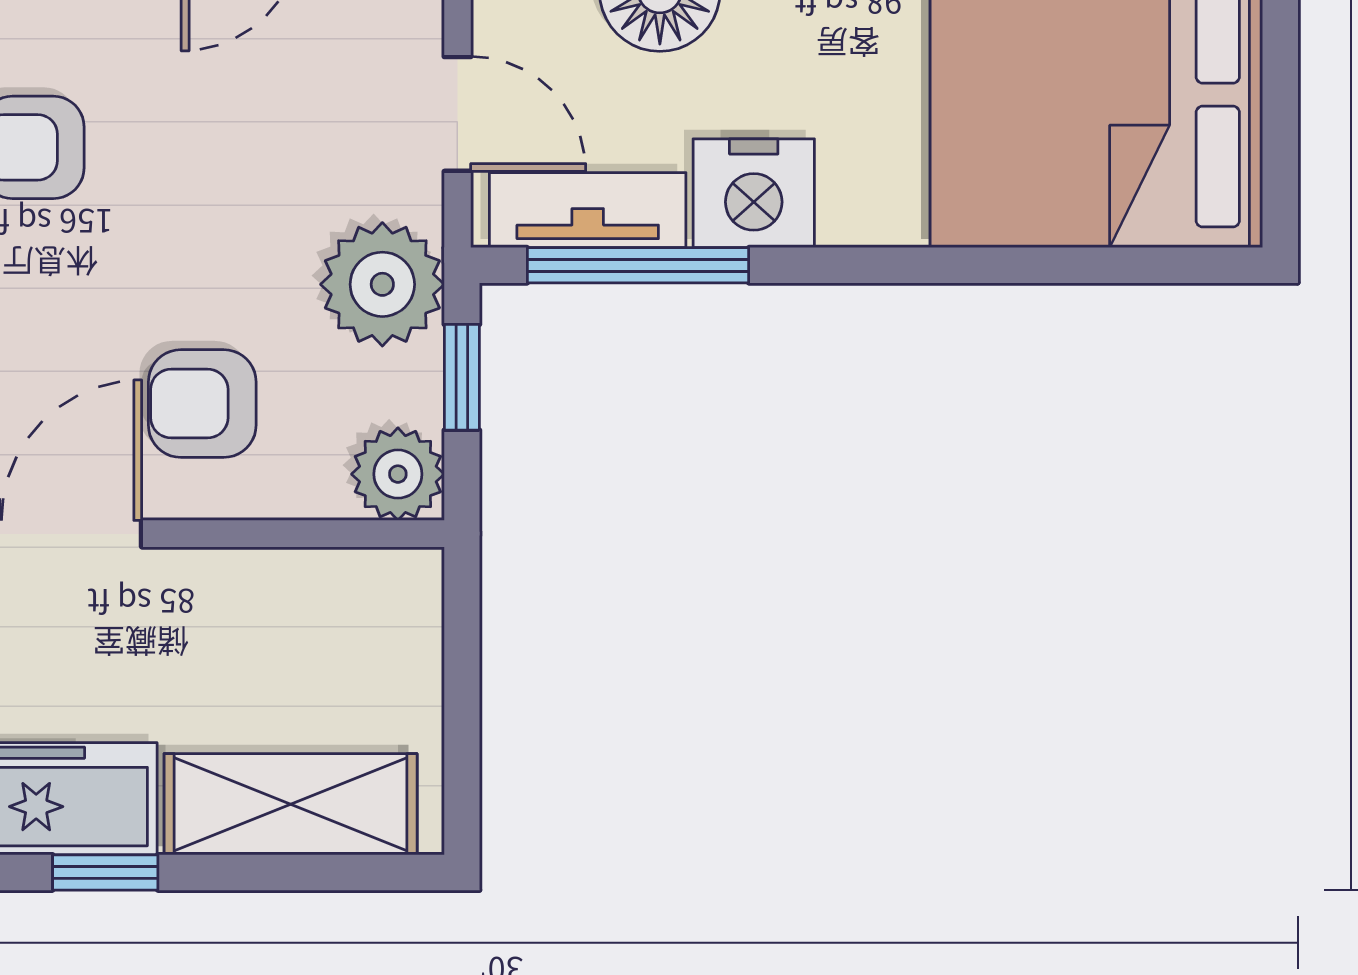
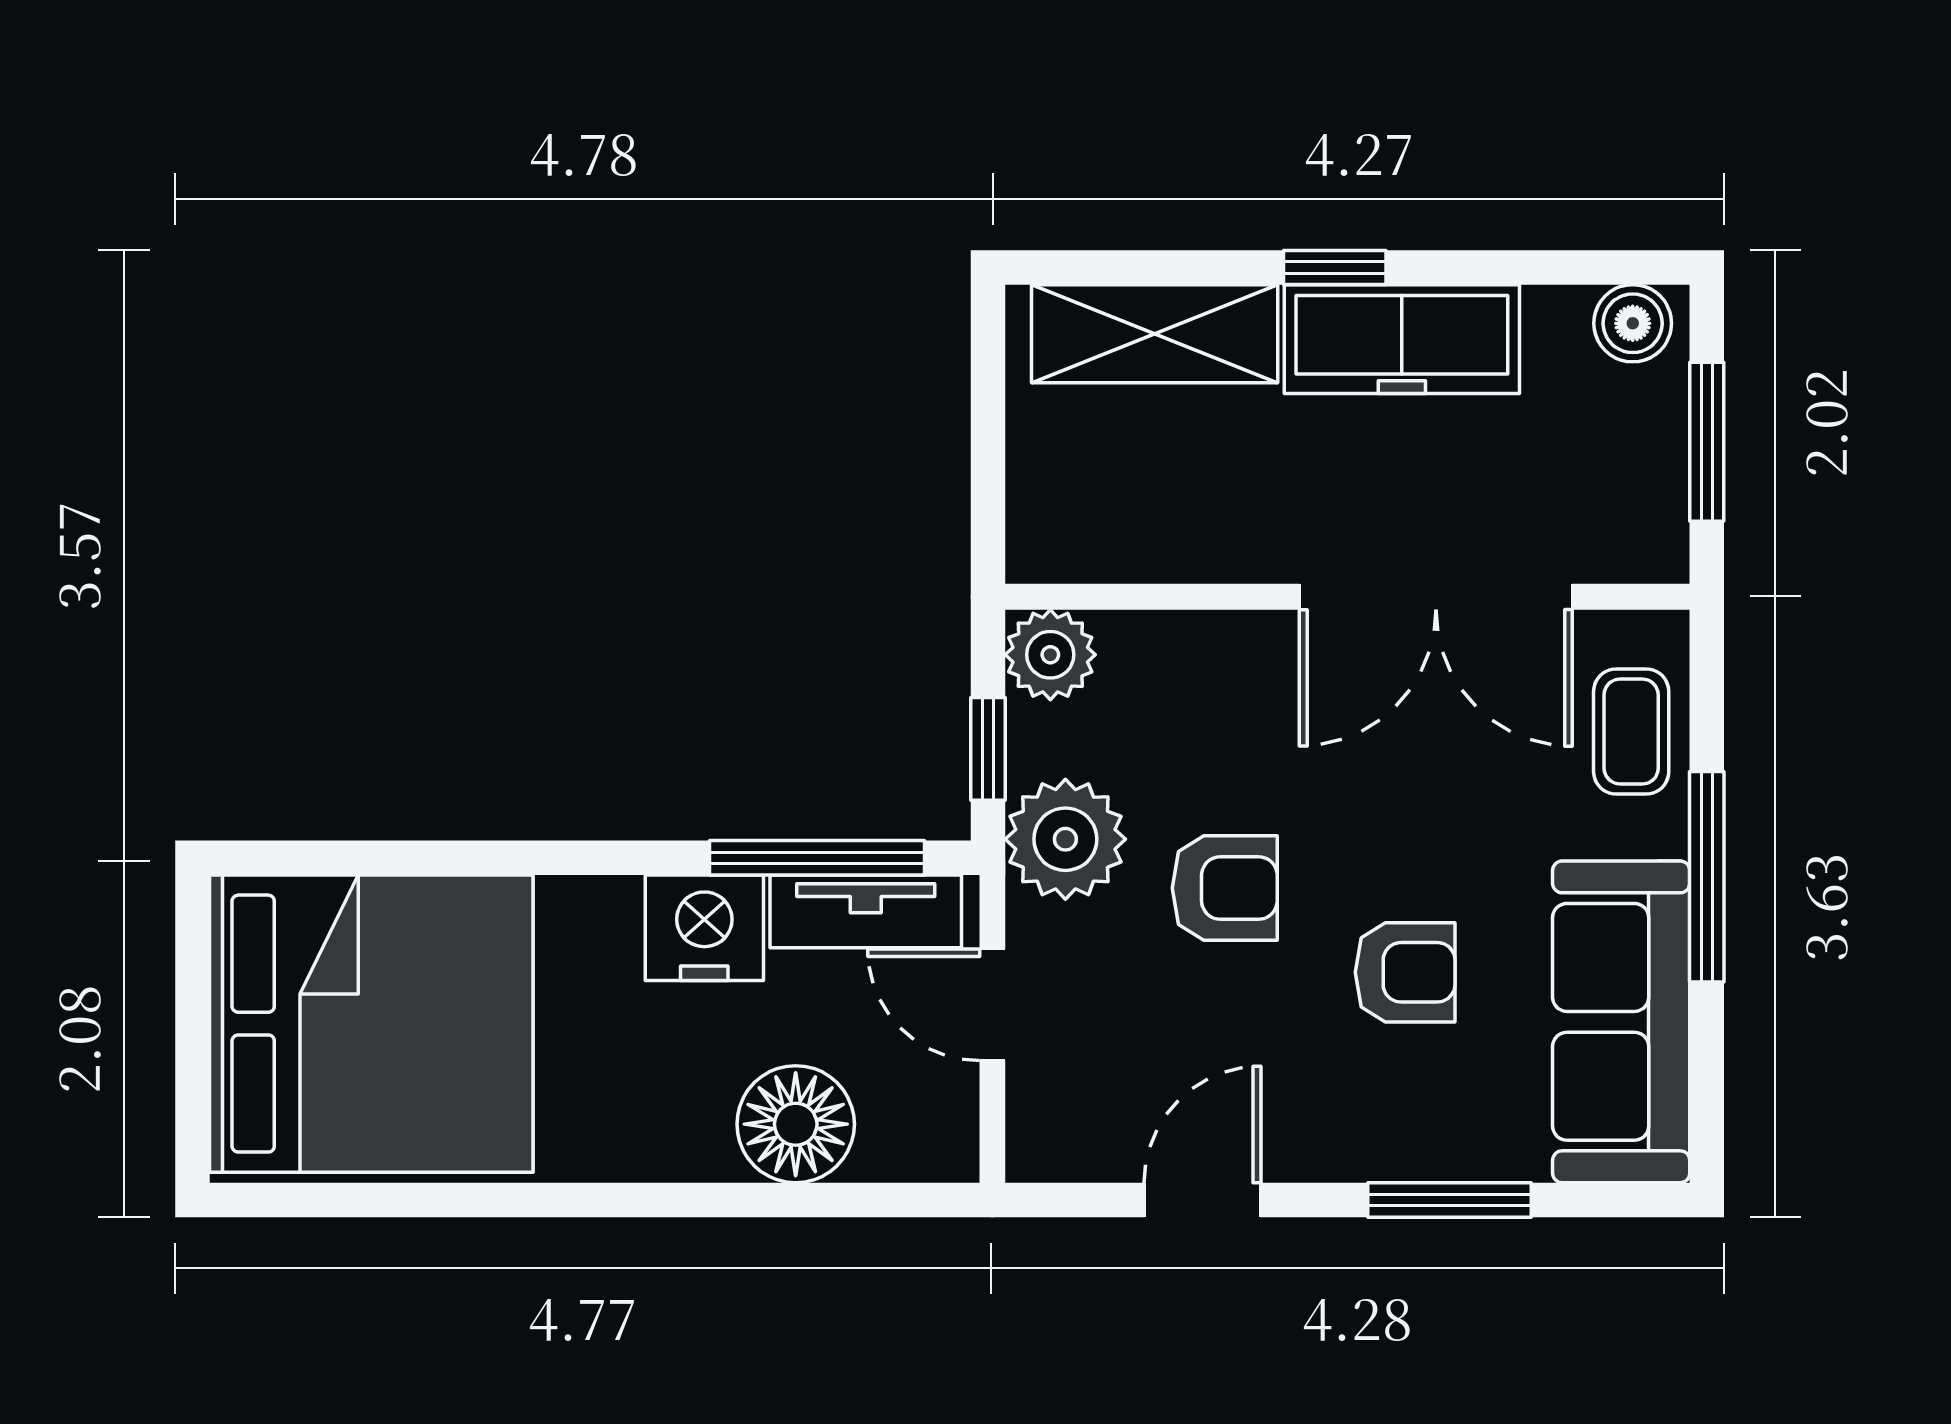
armchair: (202, 404) -> (1225, 888), moved

